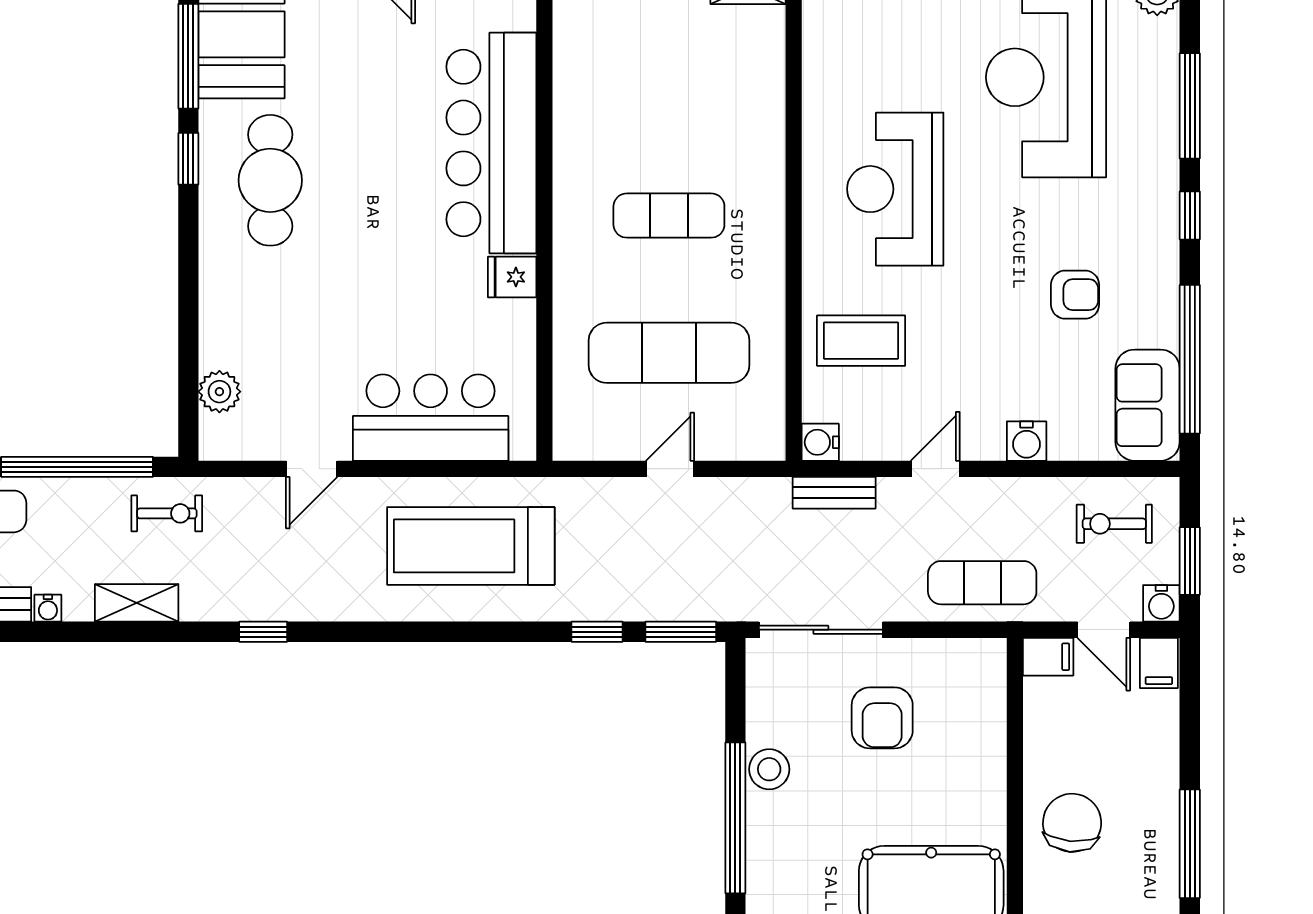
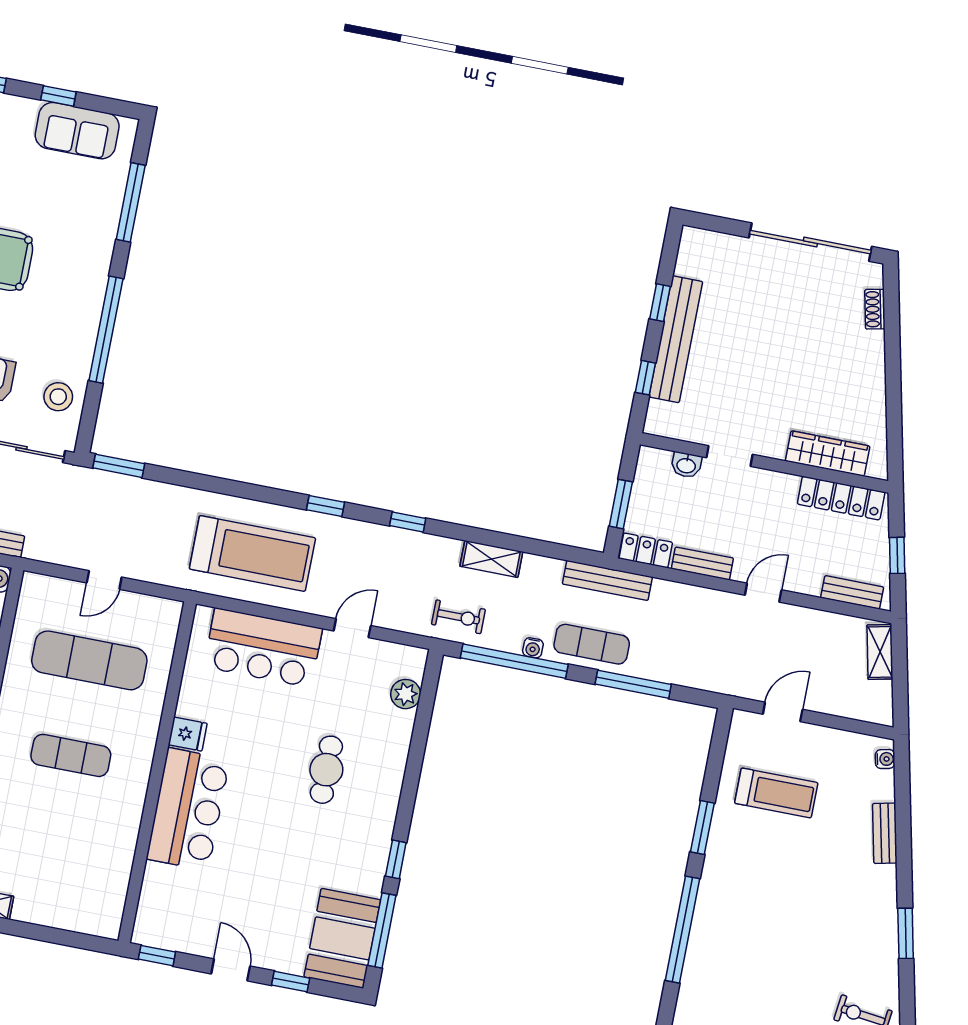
bar counter: (491, 143) -> (188, 809), width x0.73
cafe table: (270, 180) -> (326, 770), moved, width x0.73, depth x0.74
exercise bike: (167, 513) -> (458, 617), turned 180
water cooler: (48, 608) -> (533, 648), moved, turned 180
window: (597, 632) -> (326, 506), moved
stool: (769, 769) -> (58, 397), moved

